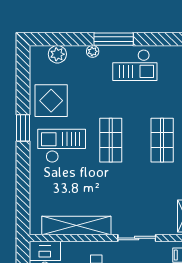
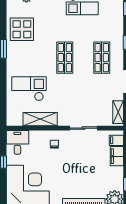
checkout: (62, 146) -> (29, 89), moved
shelving: (76, 226) -> (40, 119), width x0.68

